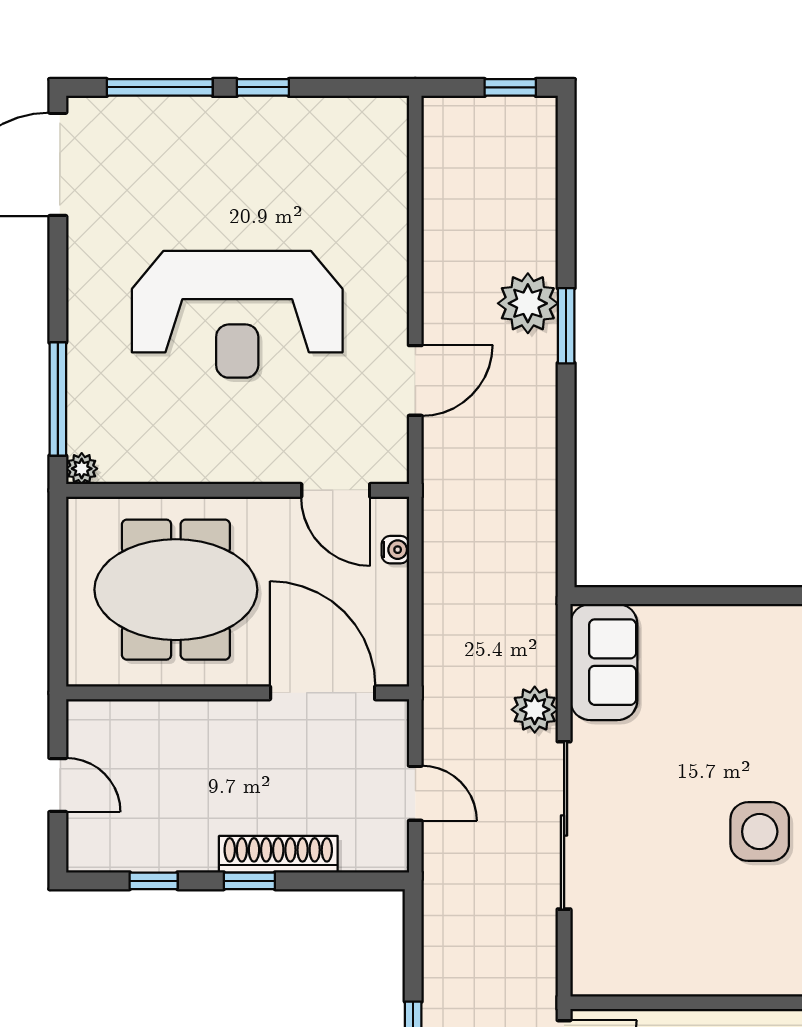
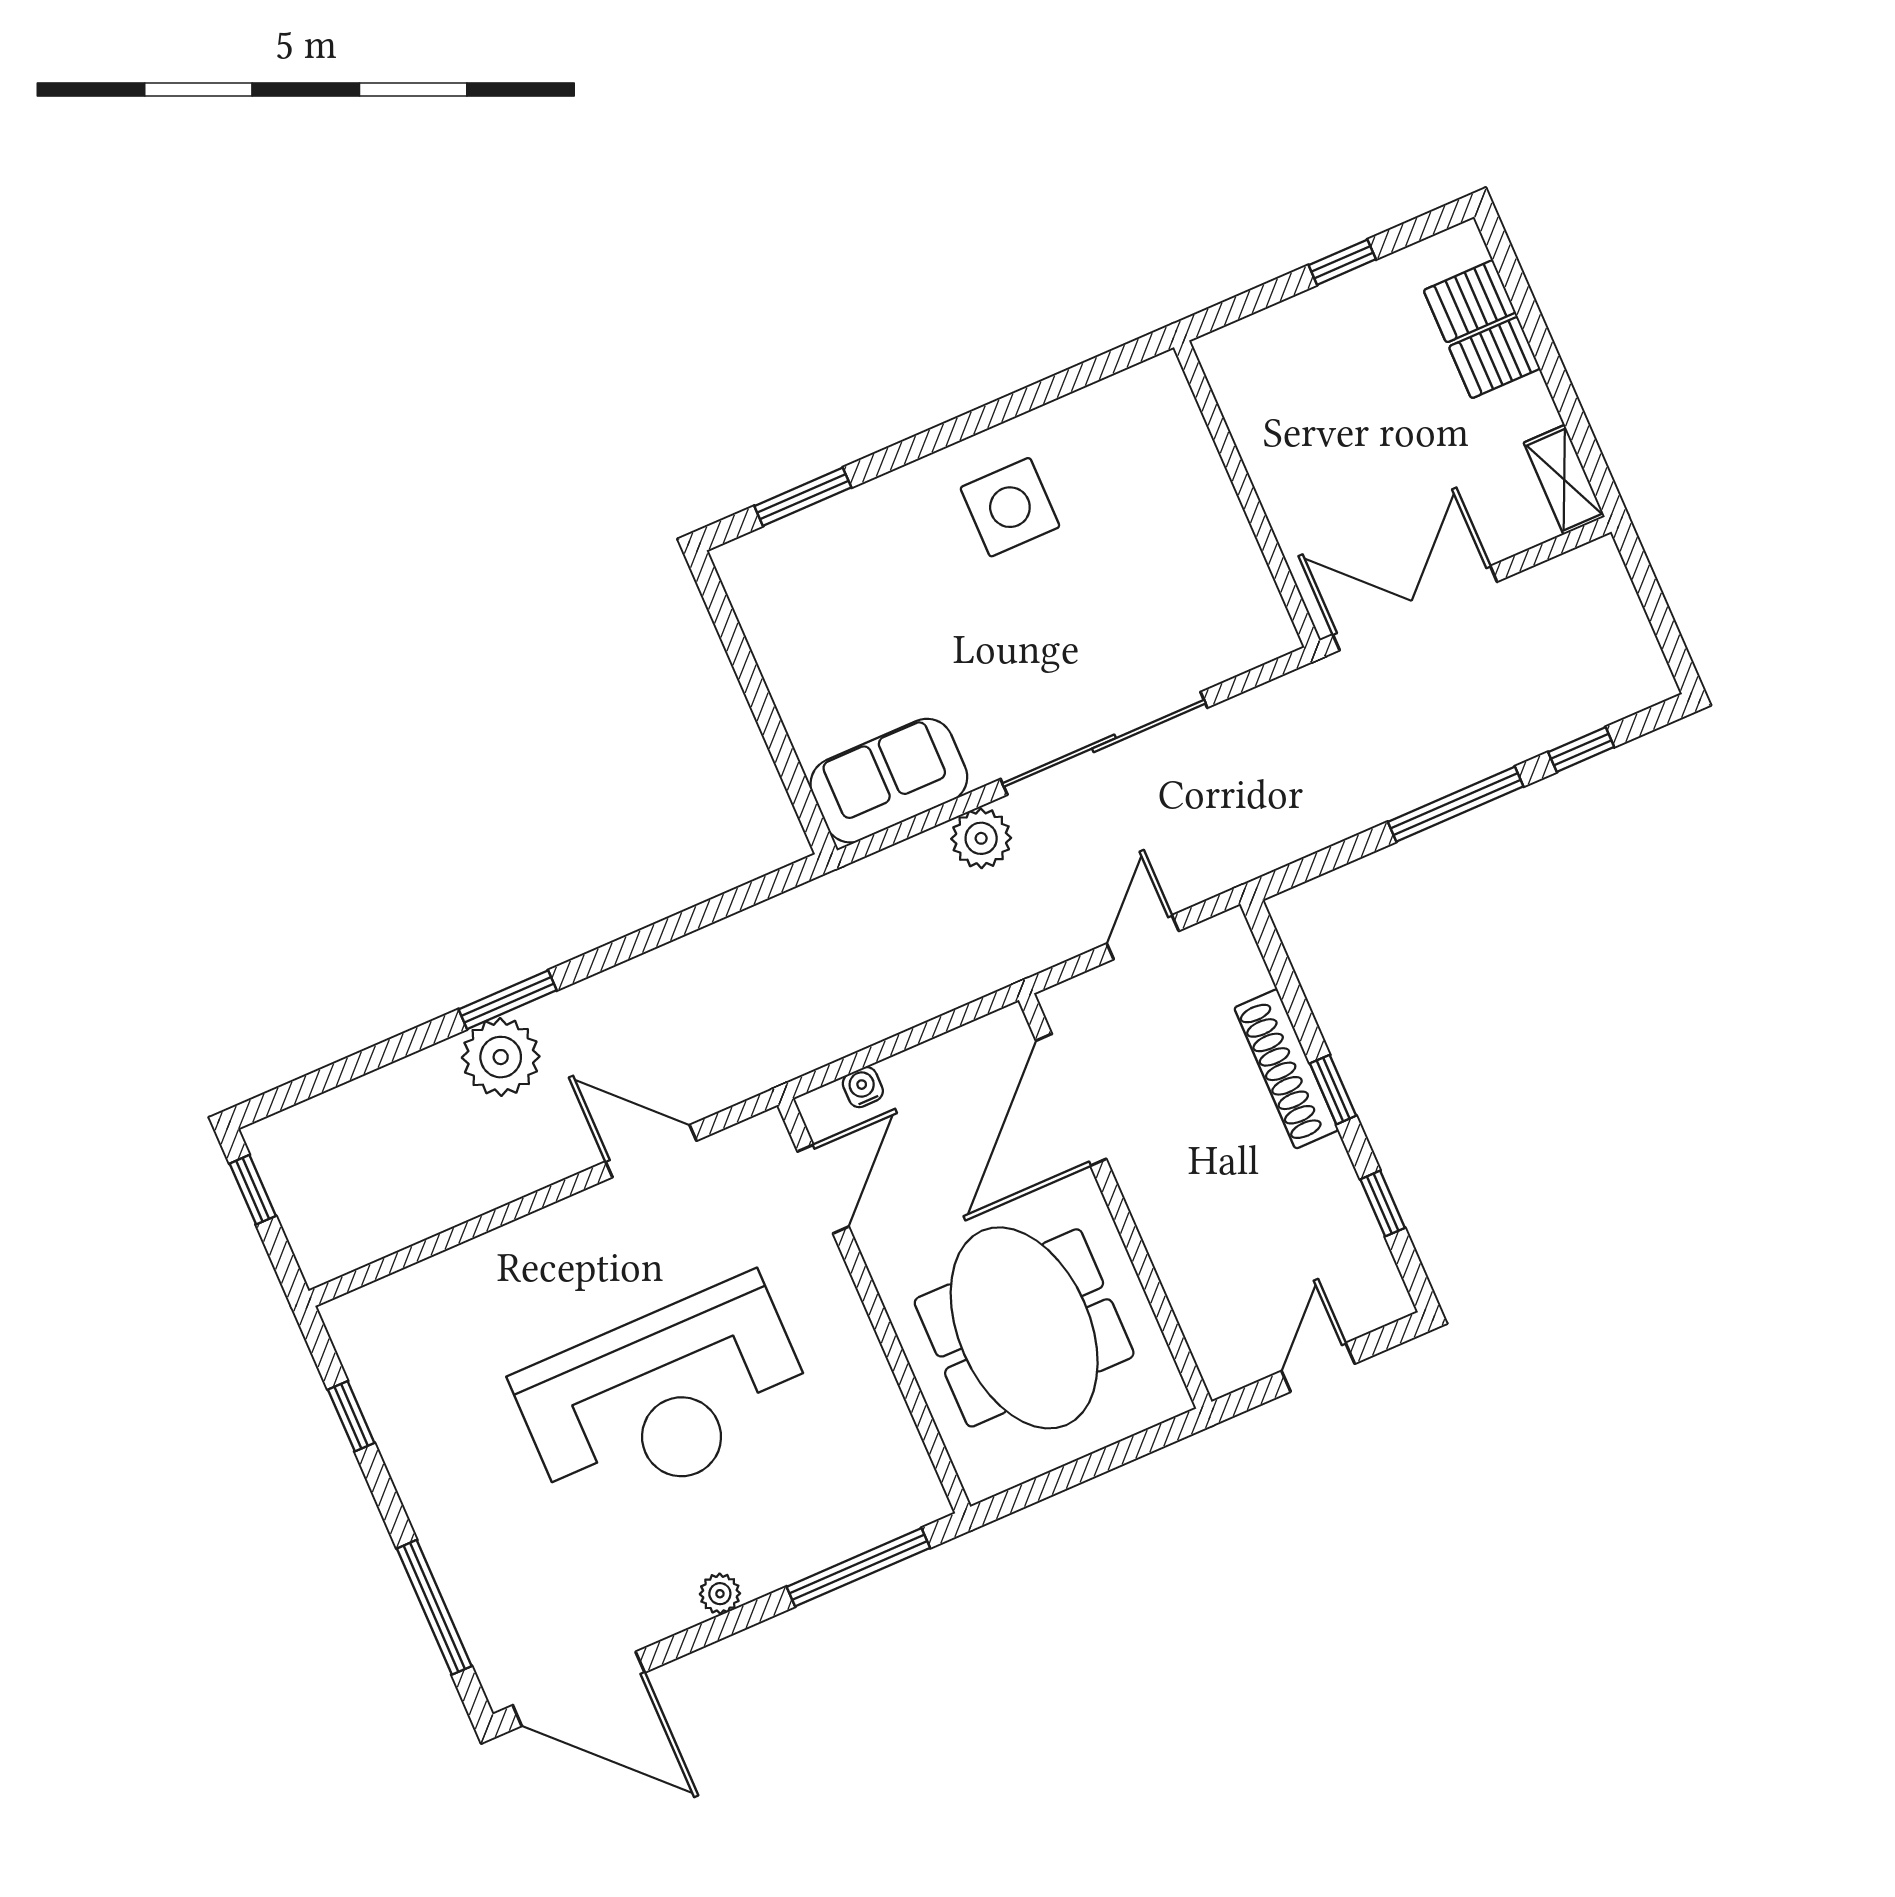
window: (263, 87) -> (351, 1416), moved
reception desk: (237, 314) -> (664, 1398), turned 90
plant: (82, 469) -> (720, 1594), moved

